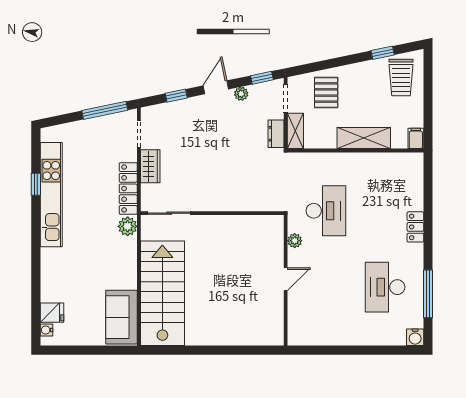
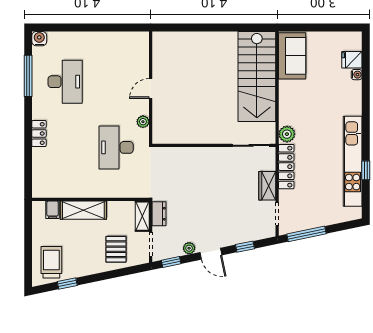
door: (216, 87) -> (211, 254), hinge flipped
filing cabinet: (416, 138) -> (53, 210), moved
water cooler: (47, 330) -> (357, 75), moved

